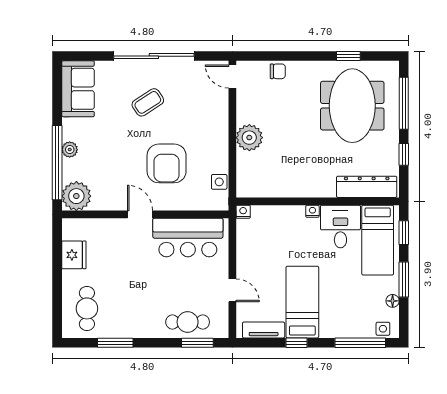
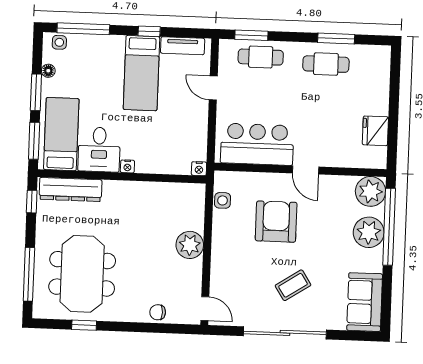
plant: (70, 150) -> (369, 232), width x1.87, depth x1.87
window: (404, 154) -> (32, 202), moved
window: (404, 233) -> (34, 141), width x1.50
cafe table: (87, 308) -> (326, 64), moved, turned 90

